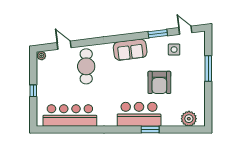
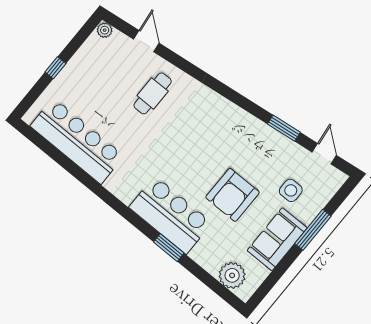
sofa: (130, 50) -> (277, 239), moved, turned 97
side table: (174, 50) -> (291, 190), moved
cafe table: (86, 66) -> (153, 93), width x0.73, depth x0.74

